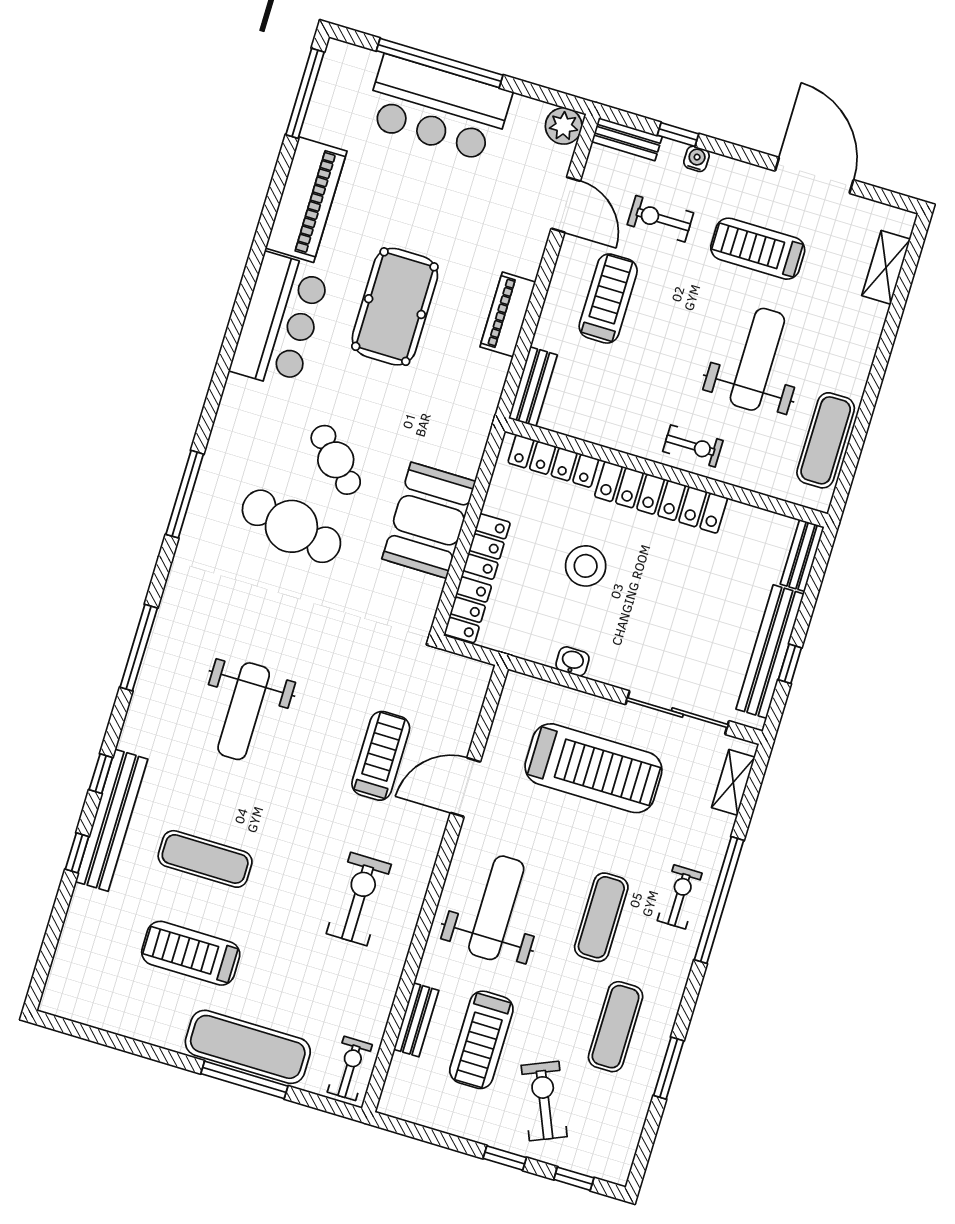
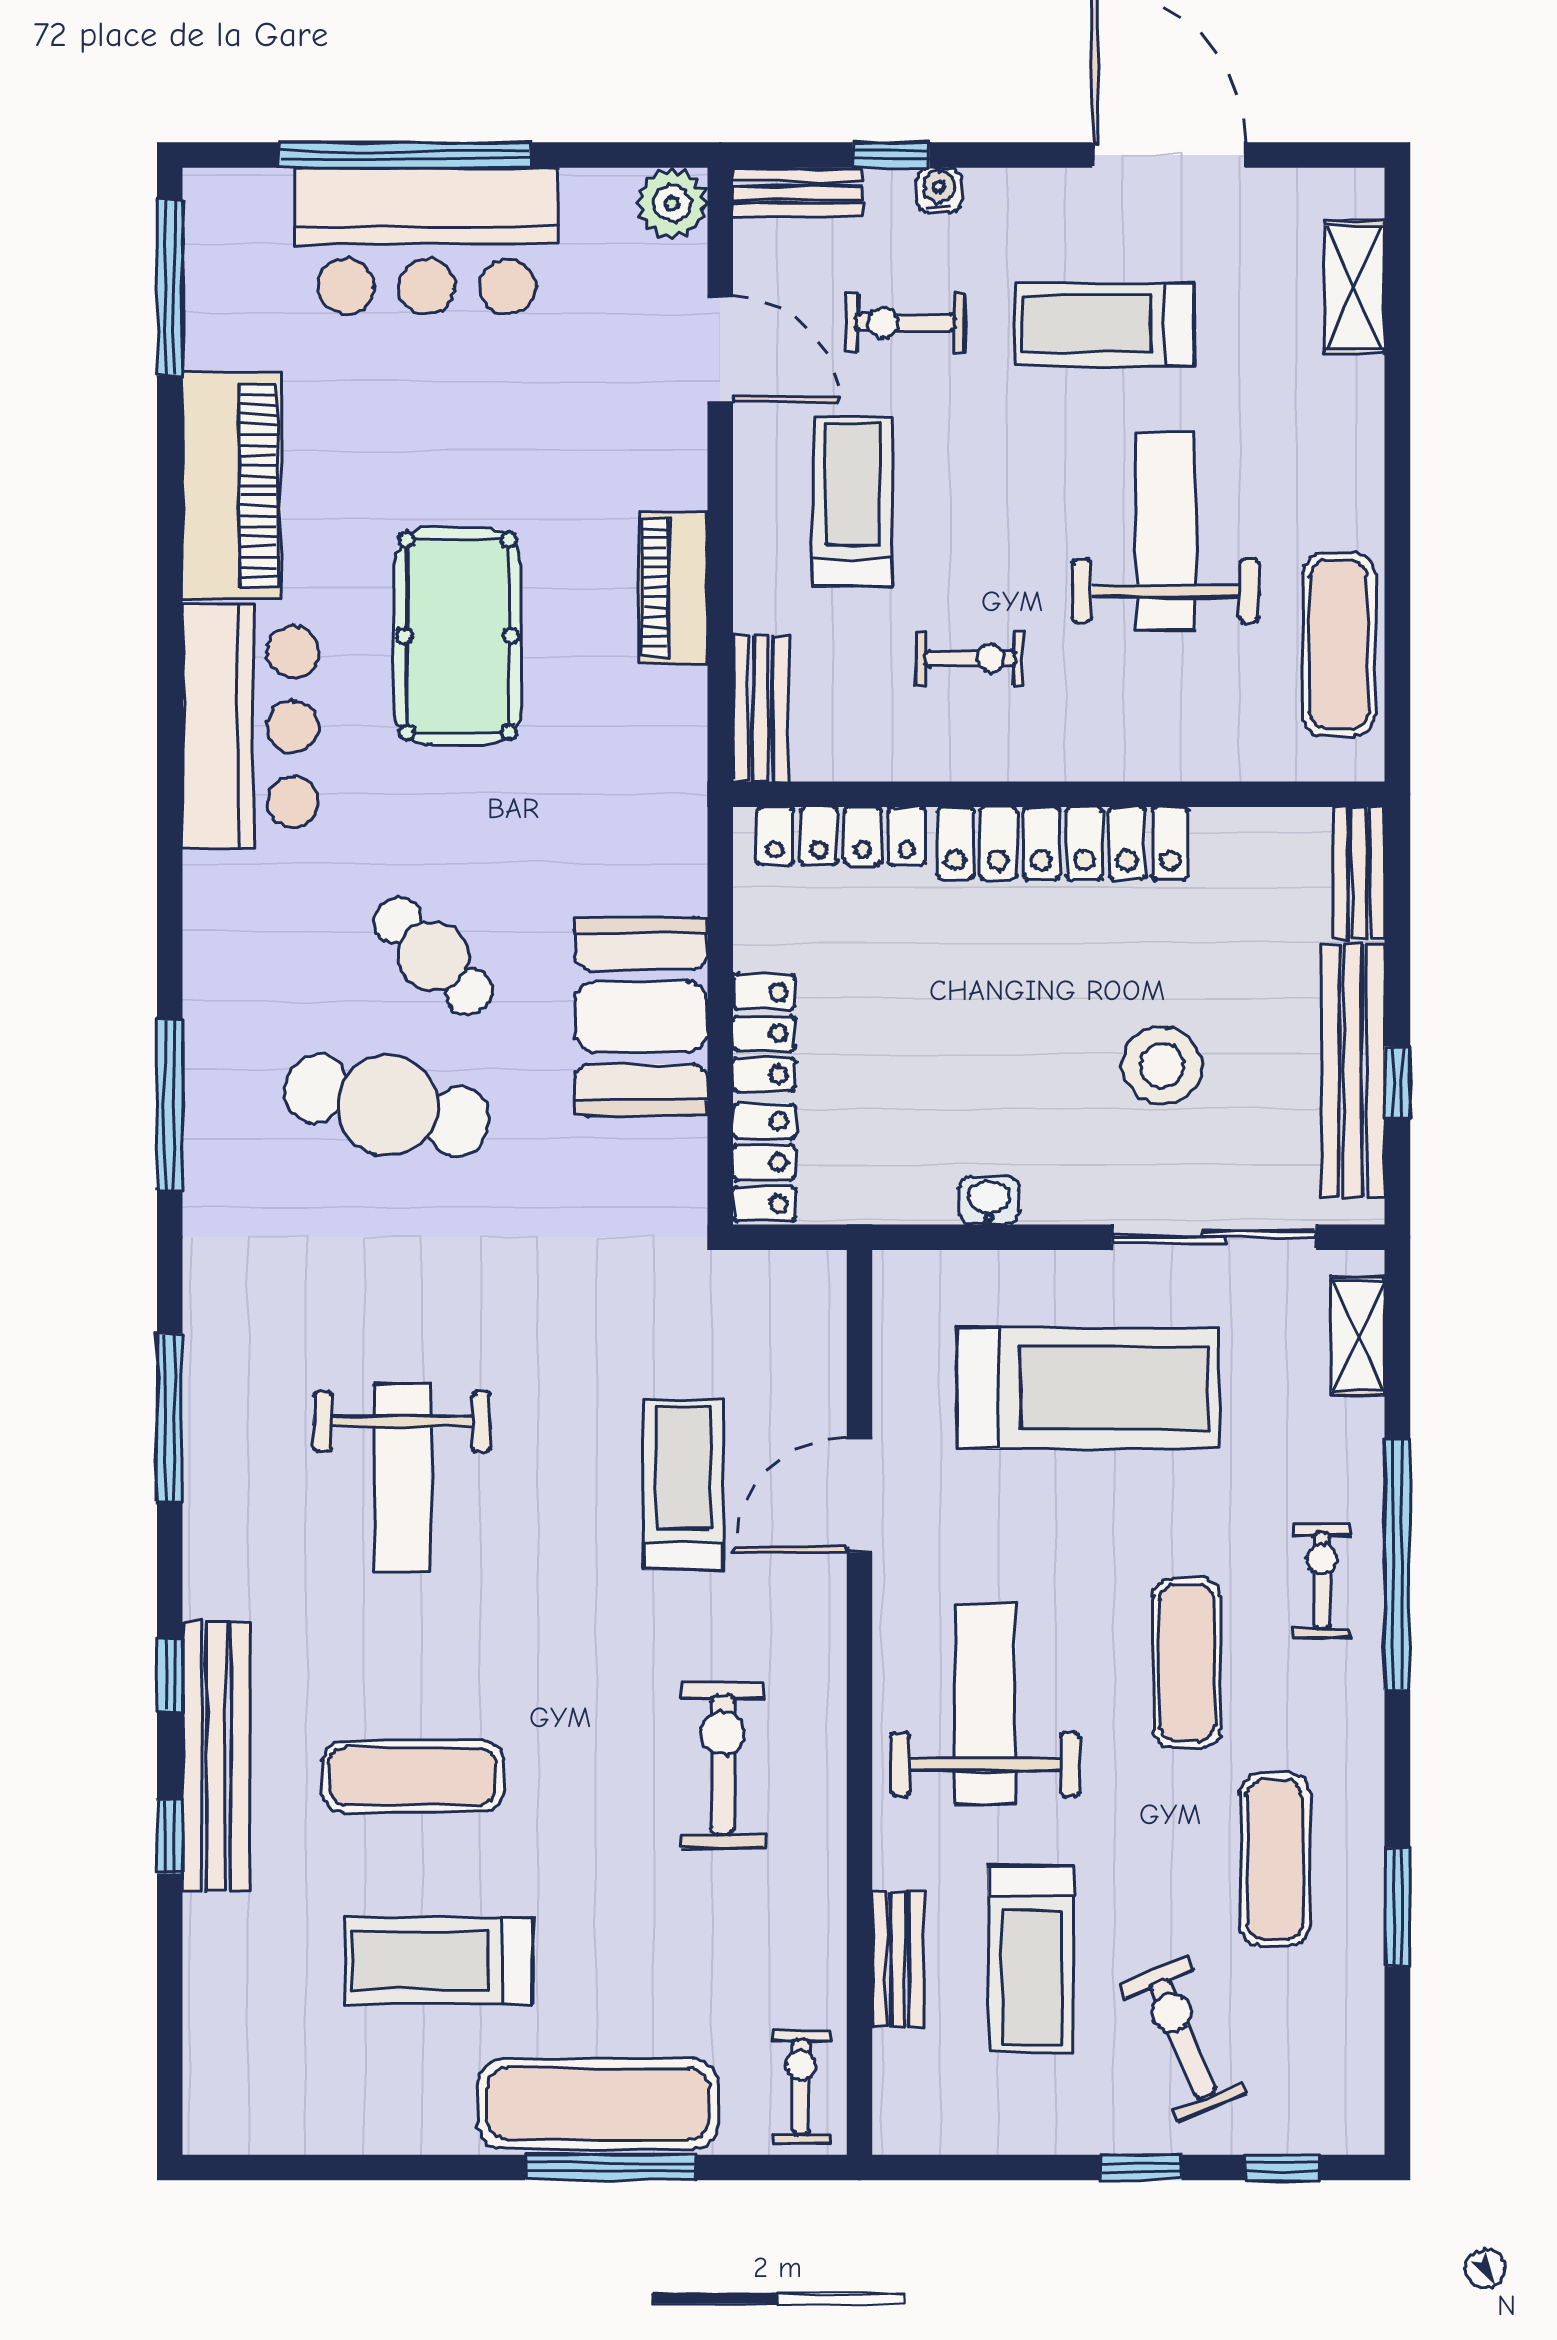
exercise bike: (693, 446) -> (970, 658), moved
stool: (586, 566) -> (1162, 1066), moved

